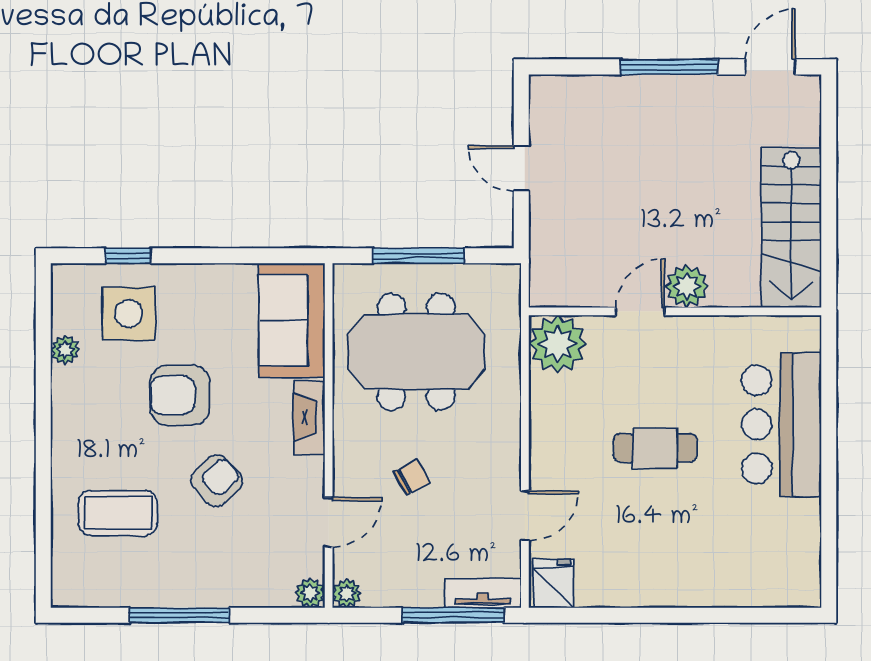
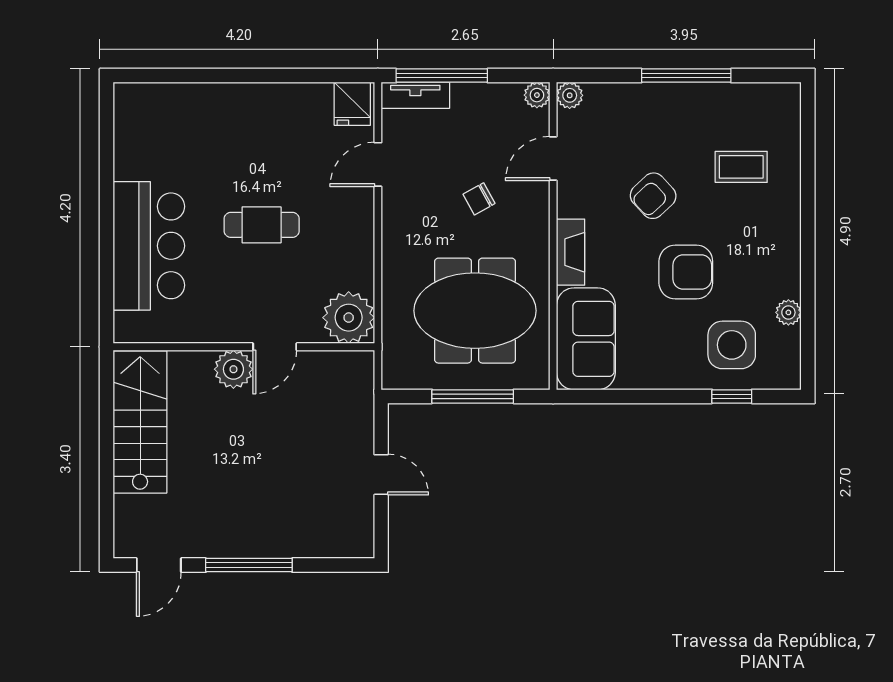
coffee table: (118, 513) -> (741, 167), width x0.73, depth x0.77

